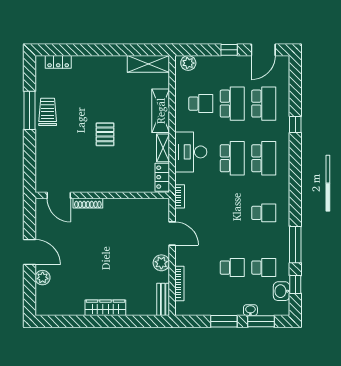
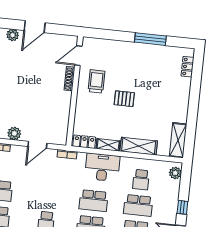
trolley: (48, 112) -> (96, 81), moved, turned -90

